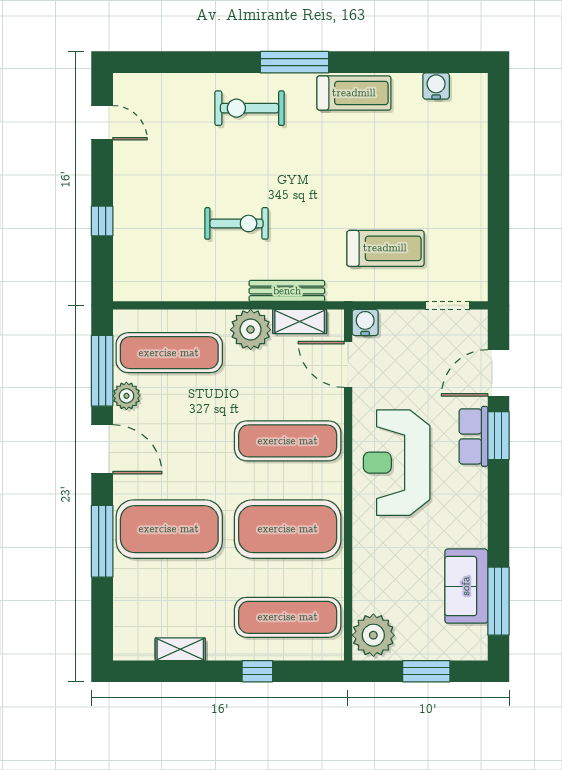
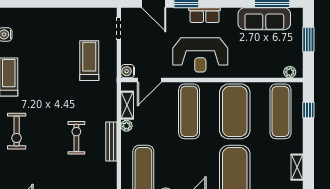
bench: (287, 291) -> (111, 142), moved
plant: (251, 330) -> (126, 126), width x0.53, depth x0.53
row of seats: (473, 436) -> (205, 15), moved
sofa: (466, 586) -> (264, 19), width x1.36
plant: (373, 635) -> (290, 72), width x0.53, depth x0.53
window: (257, 671) -> (308, 110), moved

